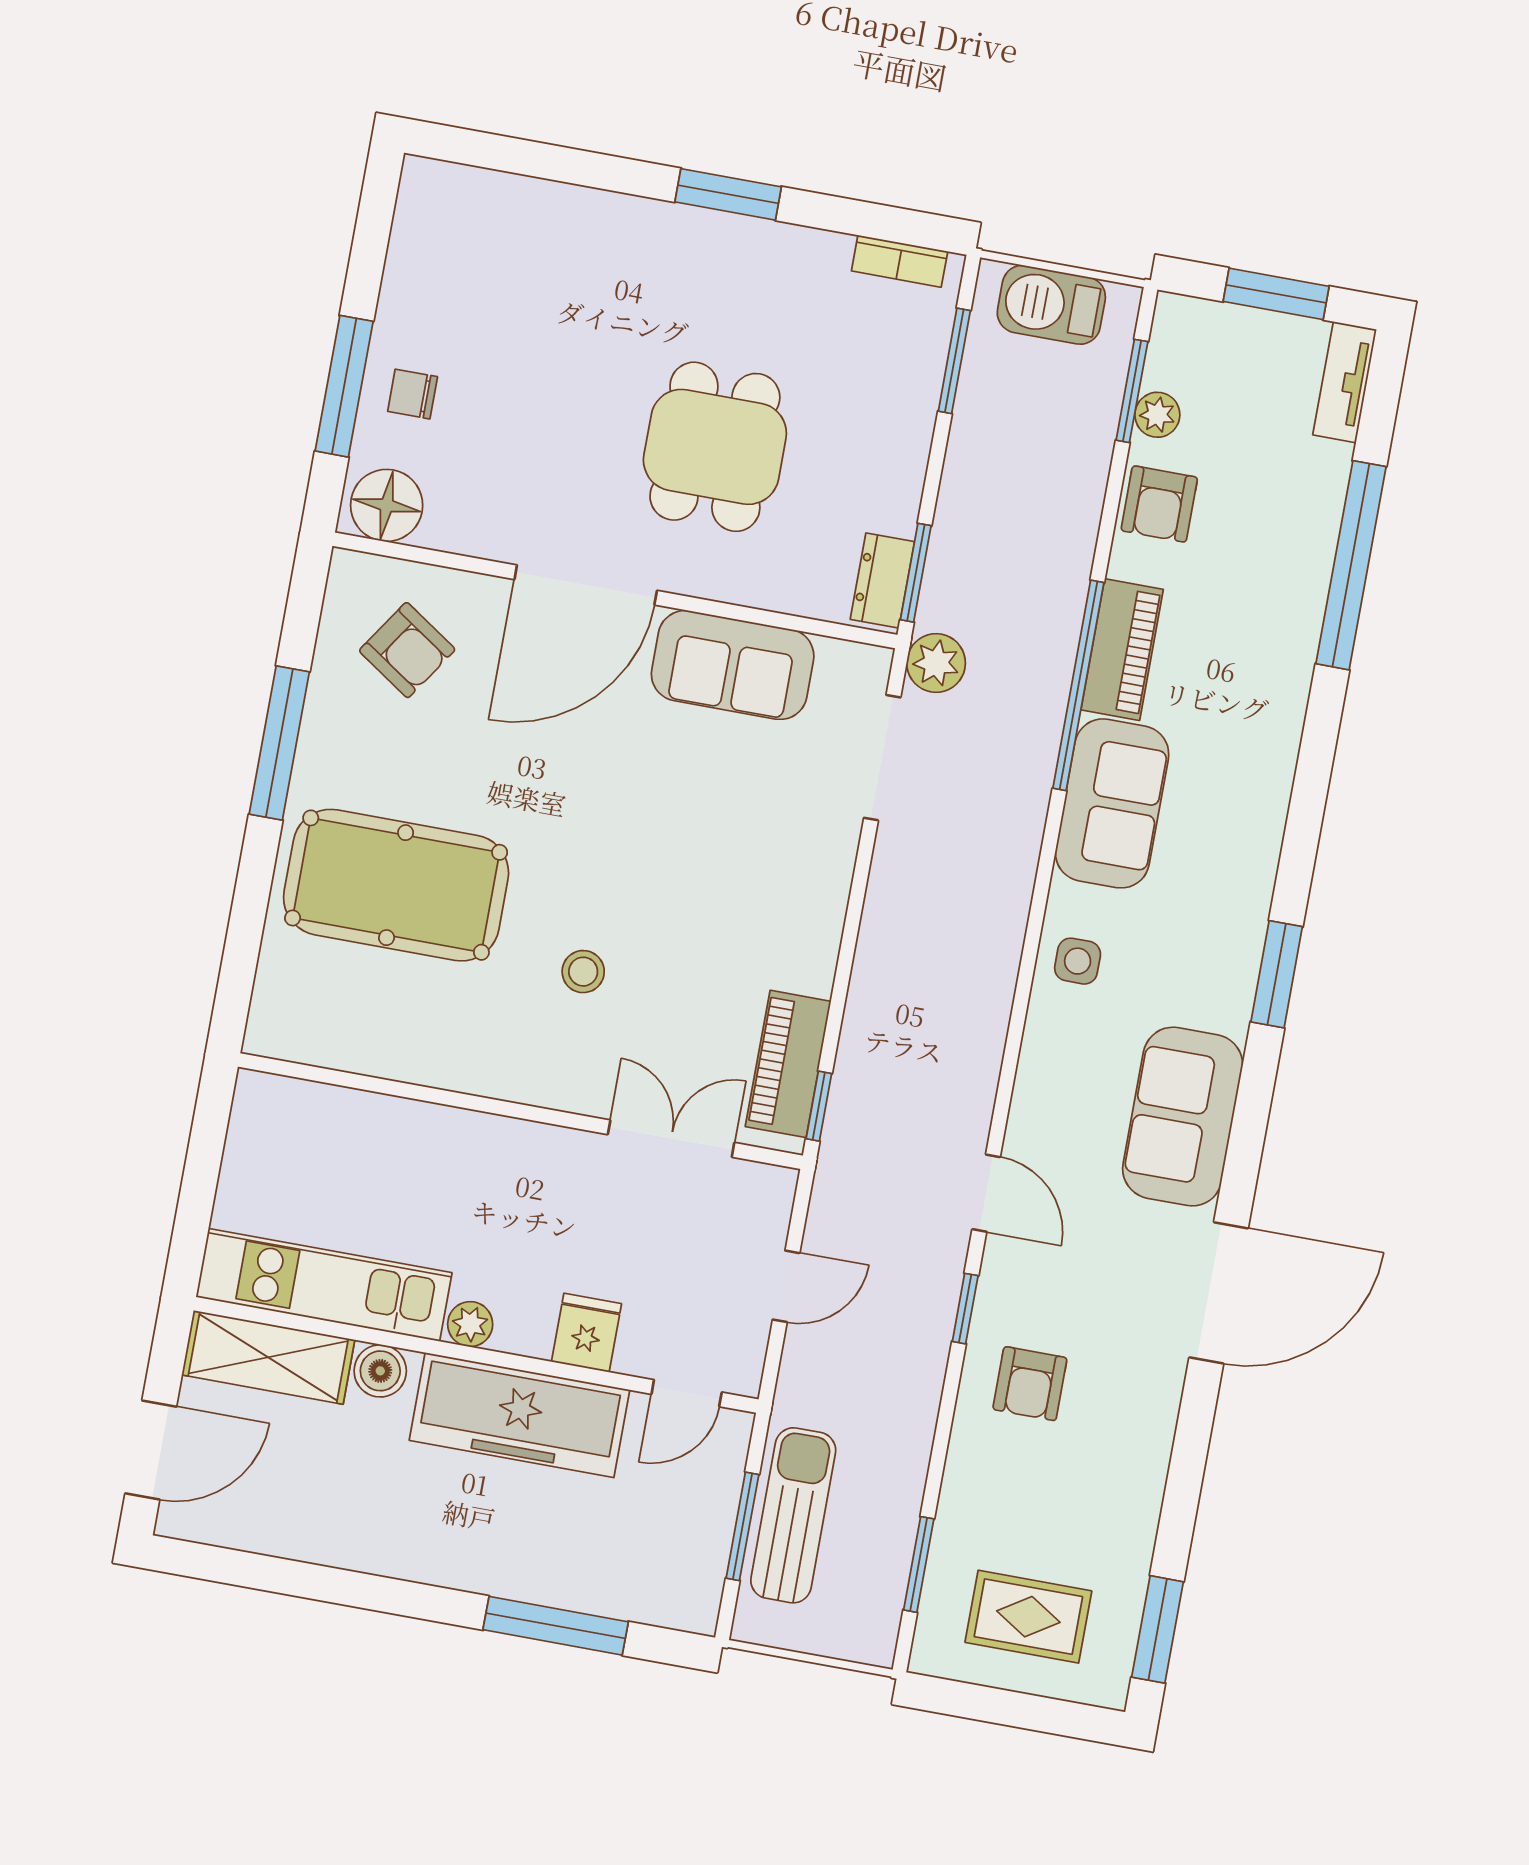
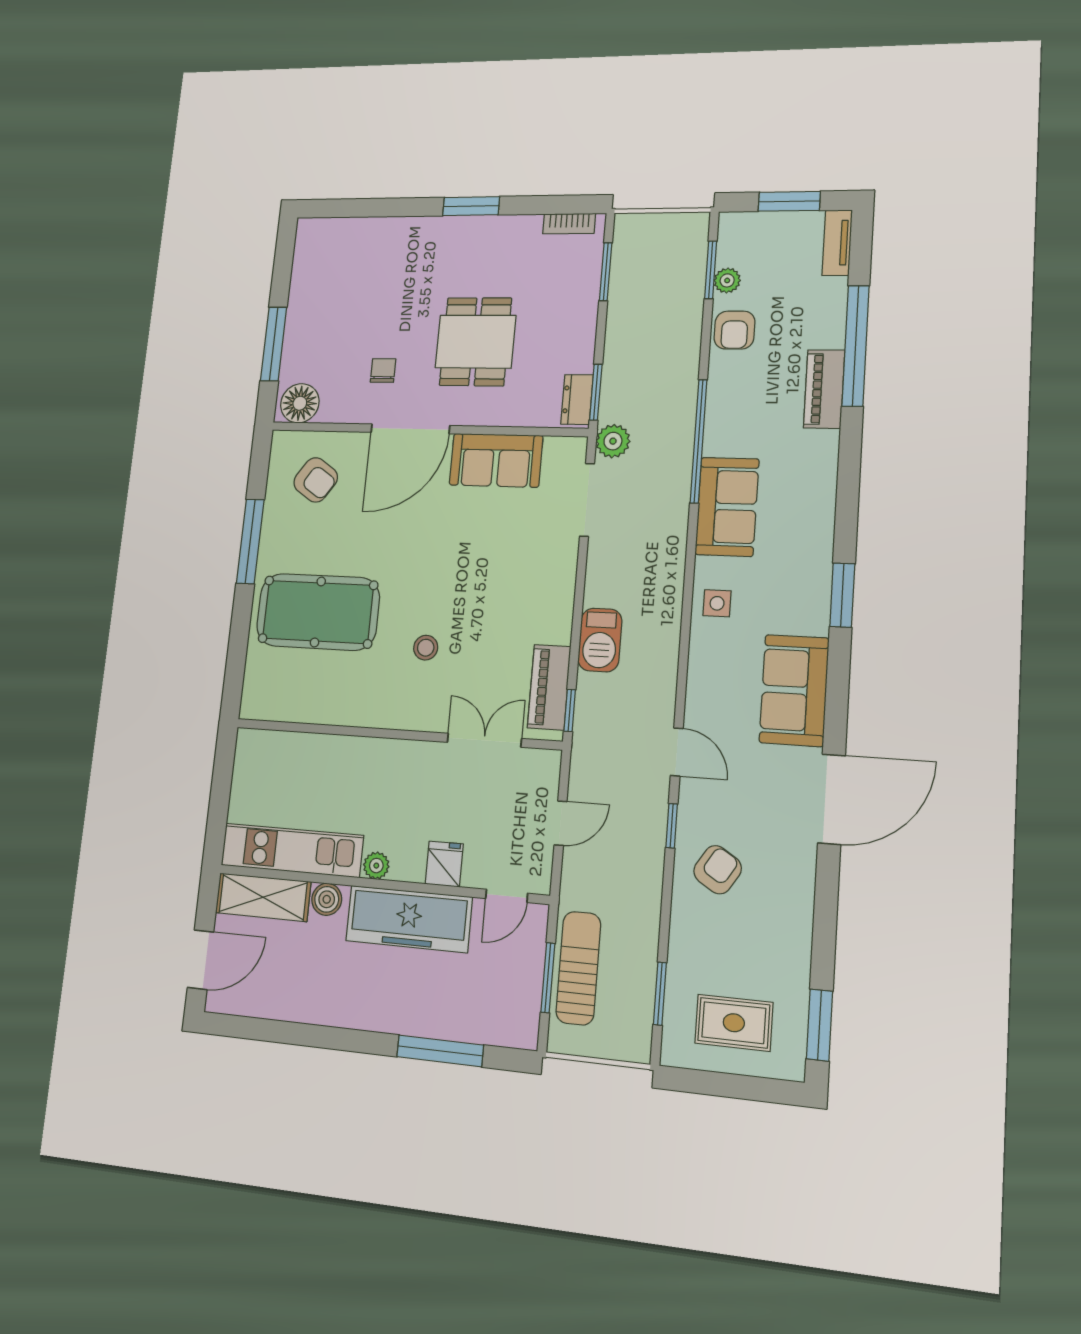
barbecue: (1051, 305) -> (600, 640), moved, turned -90
chair: (413, 394) -> (383, 371), moved, turned 90
piano: (1122, 650) -> (824, 389), moved, turned 180
armchair: (1030, 1384) -> (718, 870), turned -148

